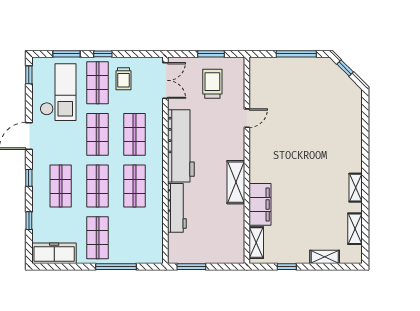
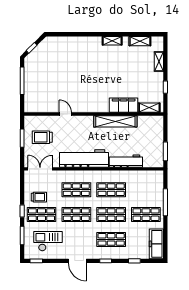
checkout: (58, 92) -> (48, 241), width x0.73, depth x0.83
shelving: (236, 182) -> (115, 121), width x1.47

